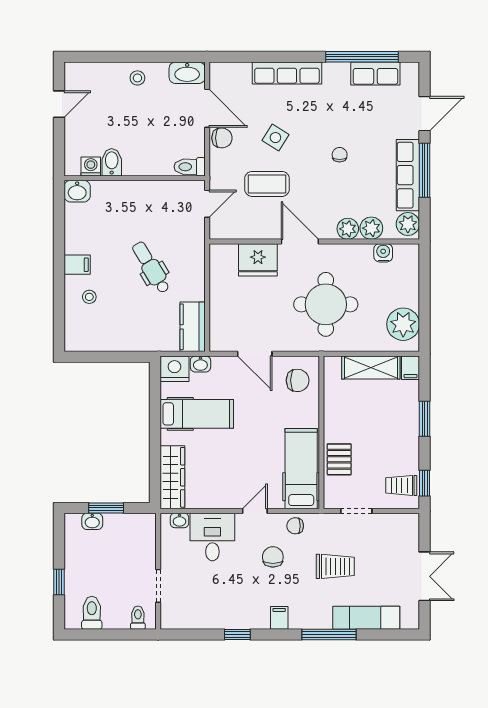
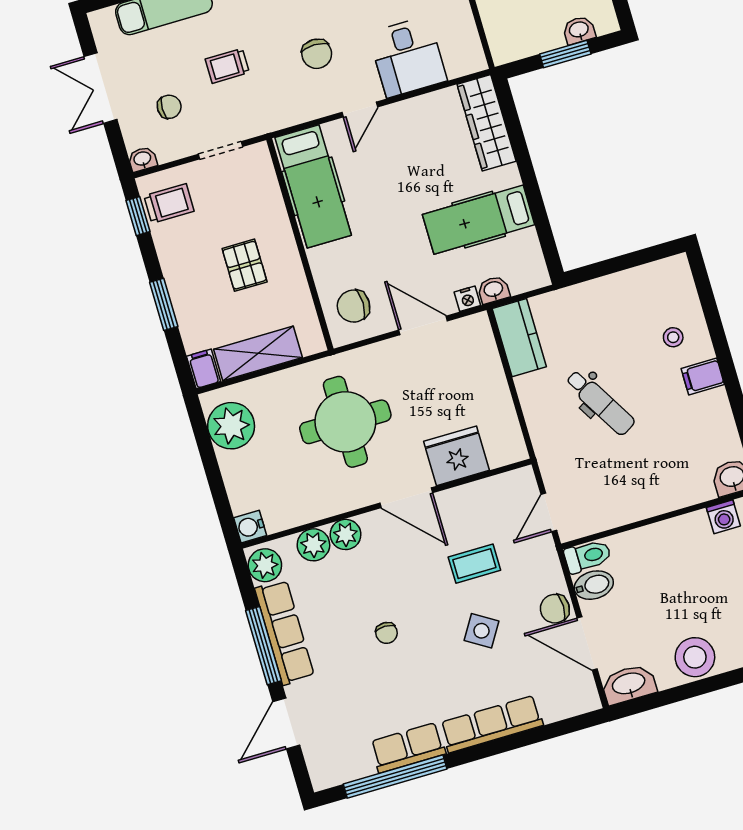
row of seats: (375, 74) -> (408, 748), moved
stool: (137, 78) -> (695, 657), width x1.89, depth x1.89
bidet: (112, 162) -> (594, 585), moved, turned -90
coffee table: (267, 184) -> (474, 564), width x0.73, depth x0.77
water cooler: (383, 253) -> (250, 527), moved, turned 90
nightstand: (174, 369) -> (467, 299), moved, width x0.53, depth x0.56
pallet: (339, 459) -> (245, 265), moved
washbasin: (179, 520) -> (142, 159), moved
chair: (295, 526) -> (169, 107), moved
trolley: (335, 566) -> (227, 66), width x0.73, depth x0.72

